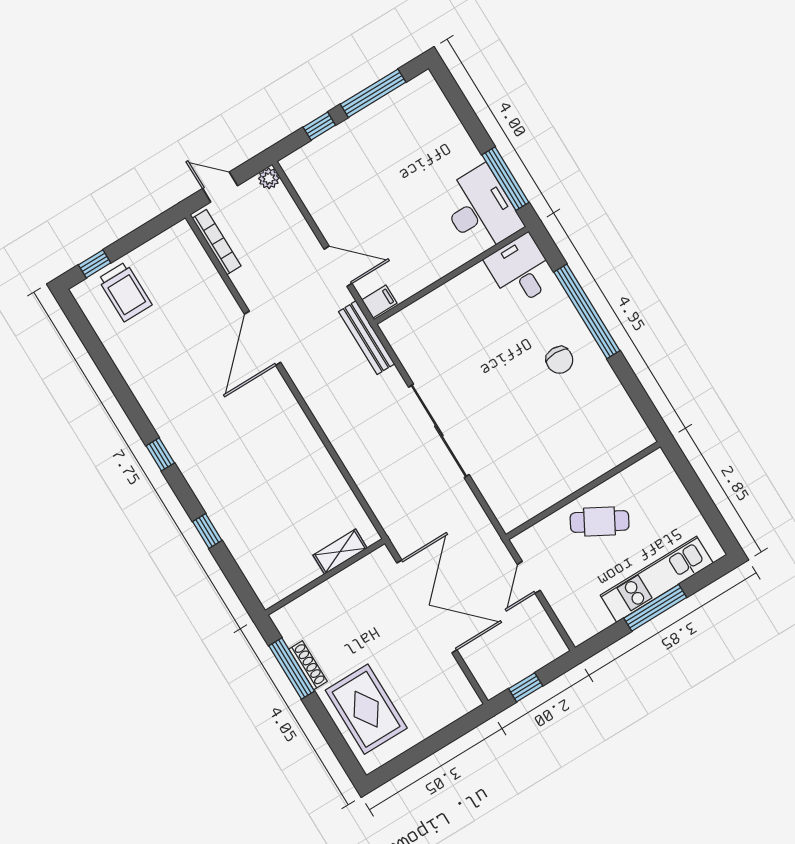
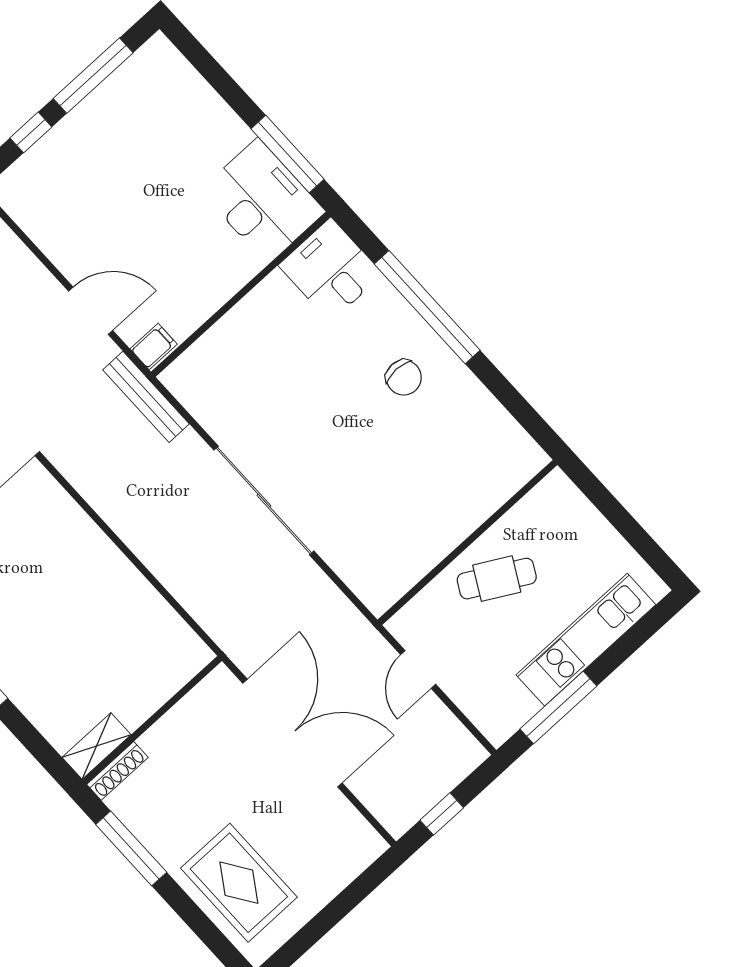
shelving: (340, 552) -> (97, 746), moved
window: (655, 608) -> (558, 707), moved
shoe rack: (308, 665) -> (117, 771), moved, turned 90

